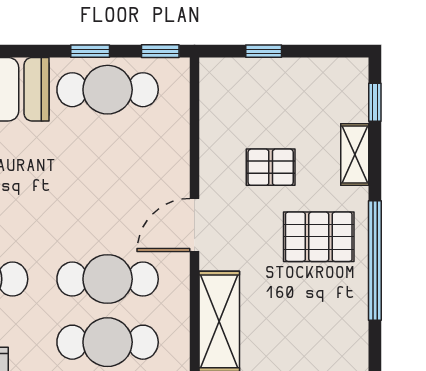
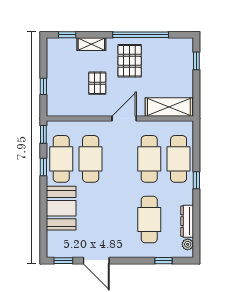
cafe table: (108, 153) -> (91, 159), added
door: (194, 225) -> (124, 119), swing flipped

